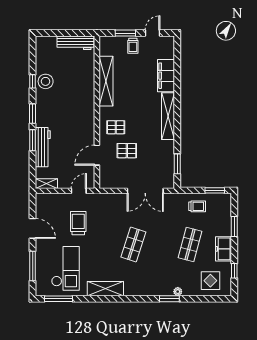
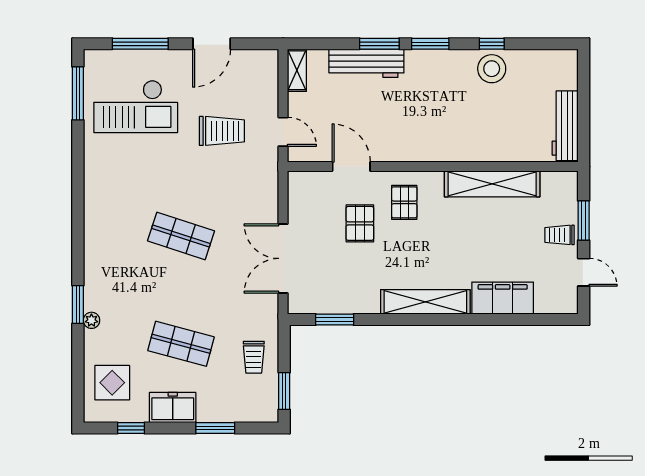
shelving: (105, 289) -> (97, 183), removed

